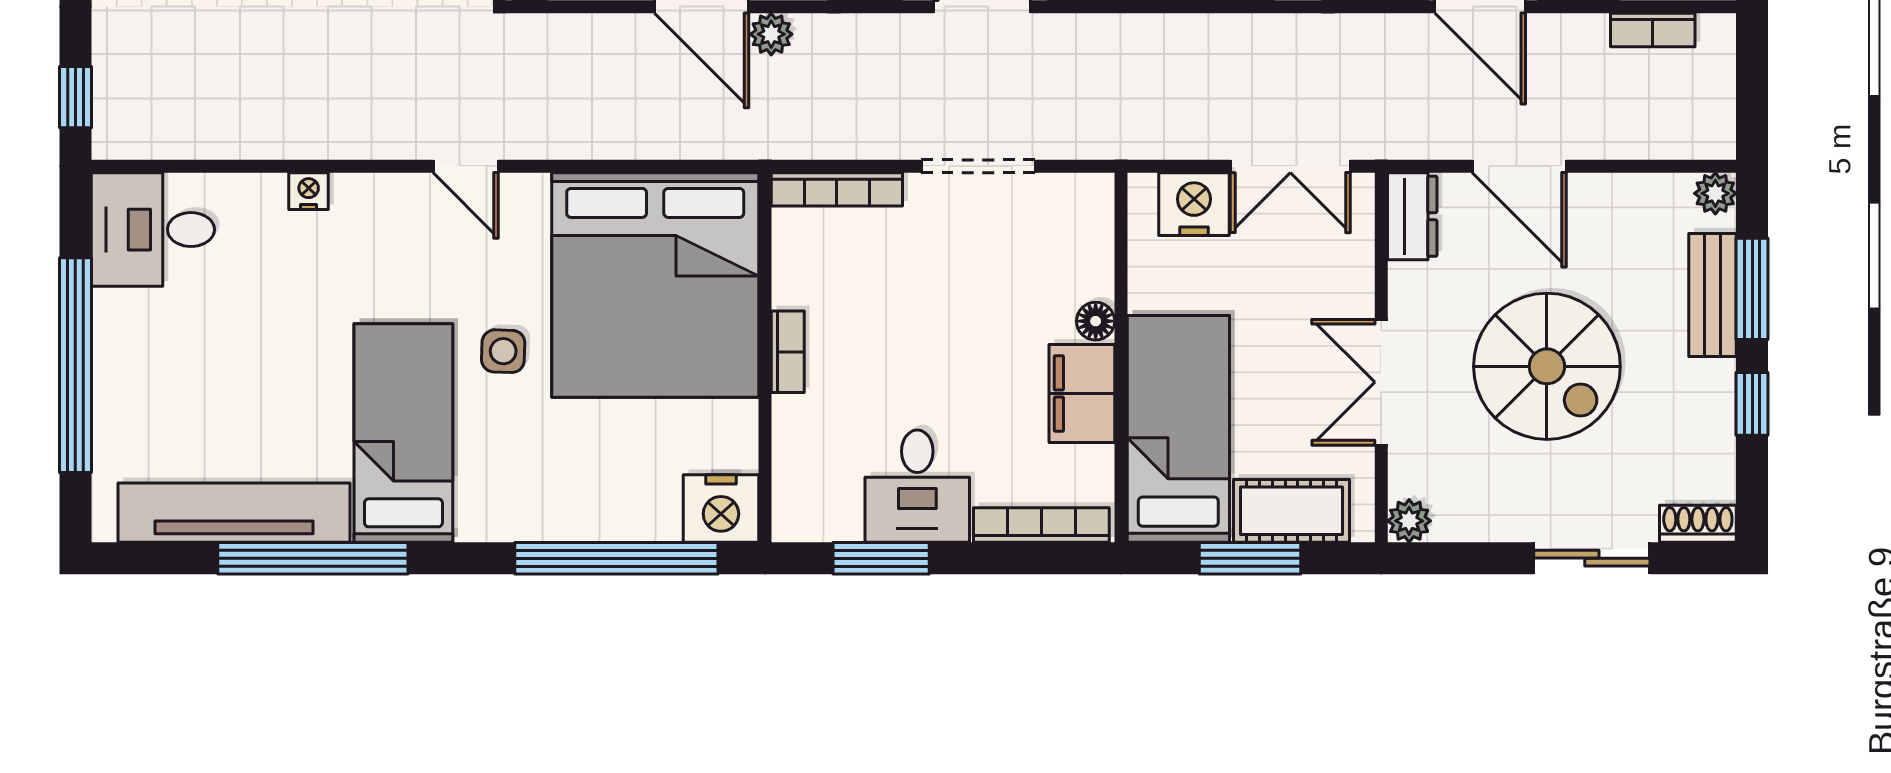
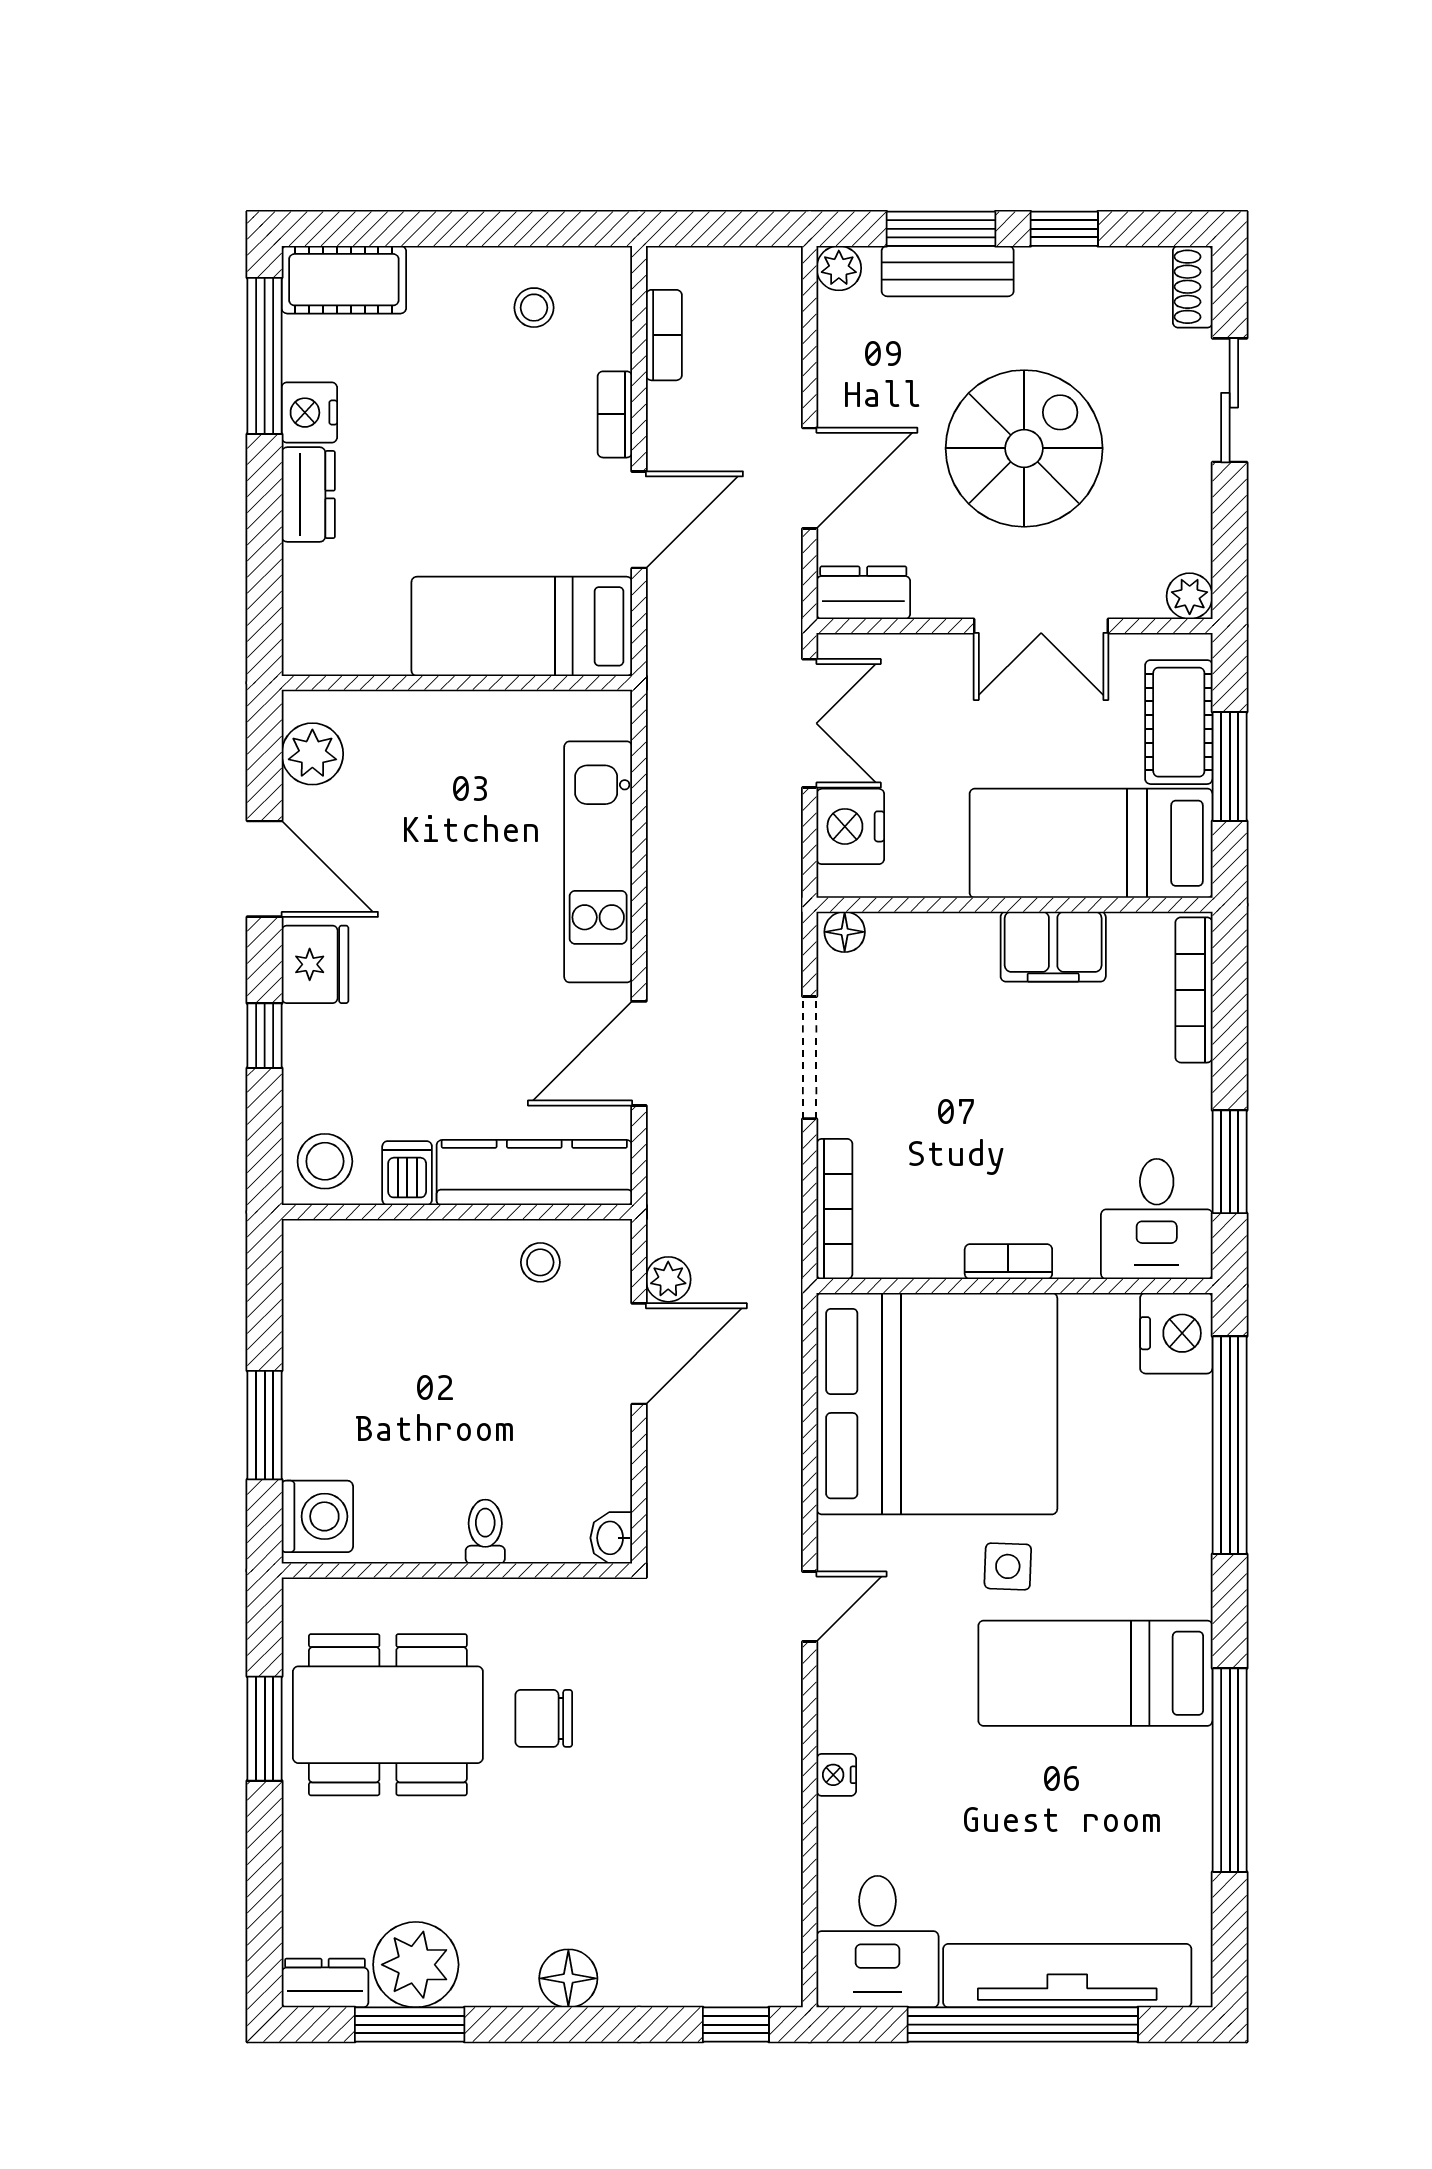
floor lamp: (1096, 321) -> (845, 932), moved
desk: (917, 486) -> (1157, 1219), moved, turned 90
tv unit: (234, 513) -> (1067, 1976), moved, turned 90

